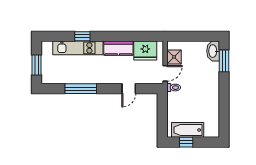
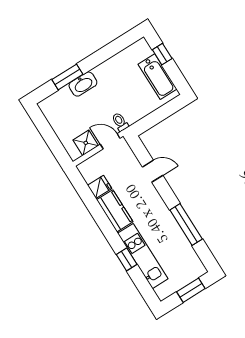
fridge: (145, 51) -> (100, 187), width x0.53, depth x0.75
washbasin: (213, 51) -> (83, 84), moved
window: (224, 61) -> (67, 77), moved
window: (186, 142) -> (162, 54), moved

